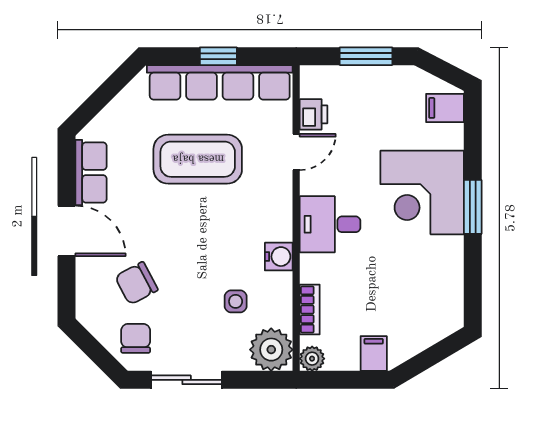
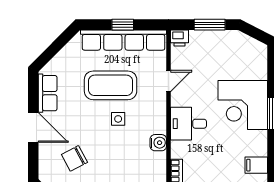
filing cabinet: (445, 108) -> (256, 165), moved
printer: (313, 114) -> (180, 38), moved, turned 90
side table: (236, 301) -> (118, 119), moved

